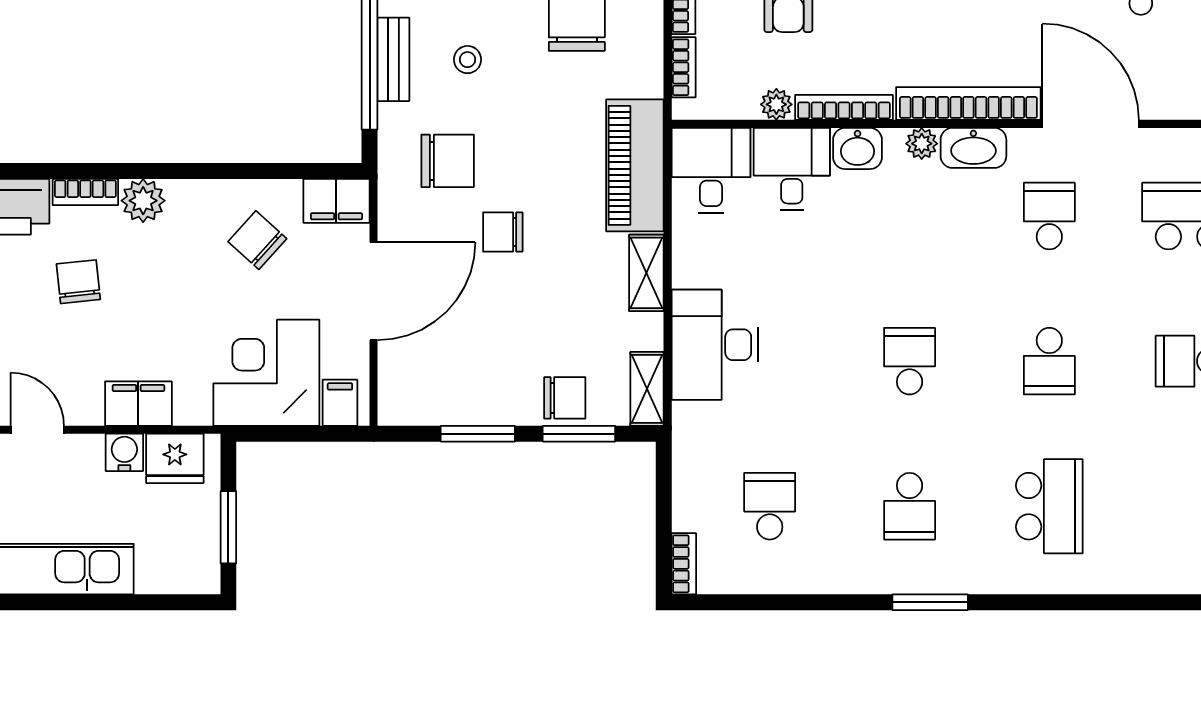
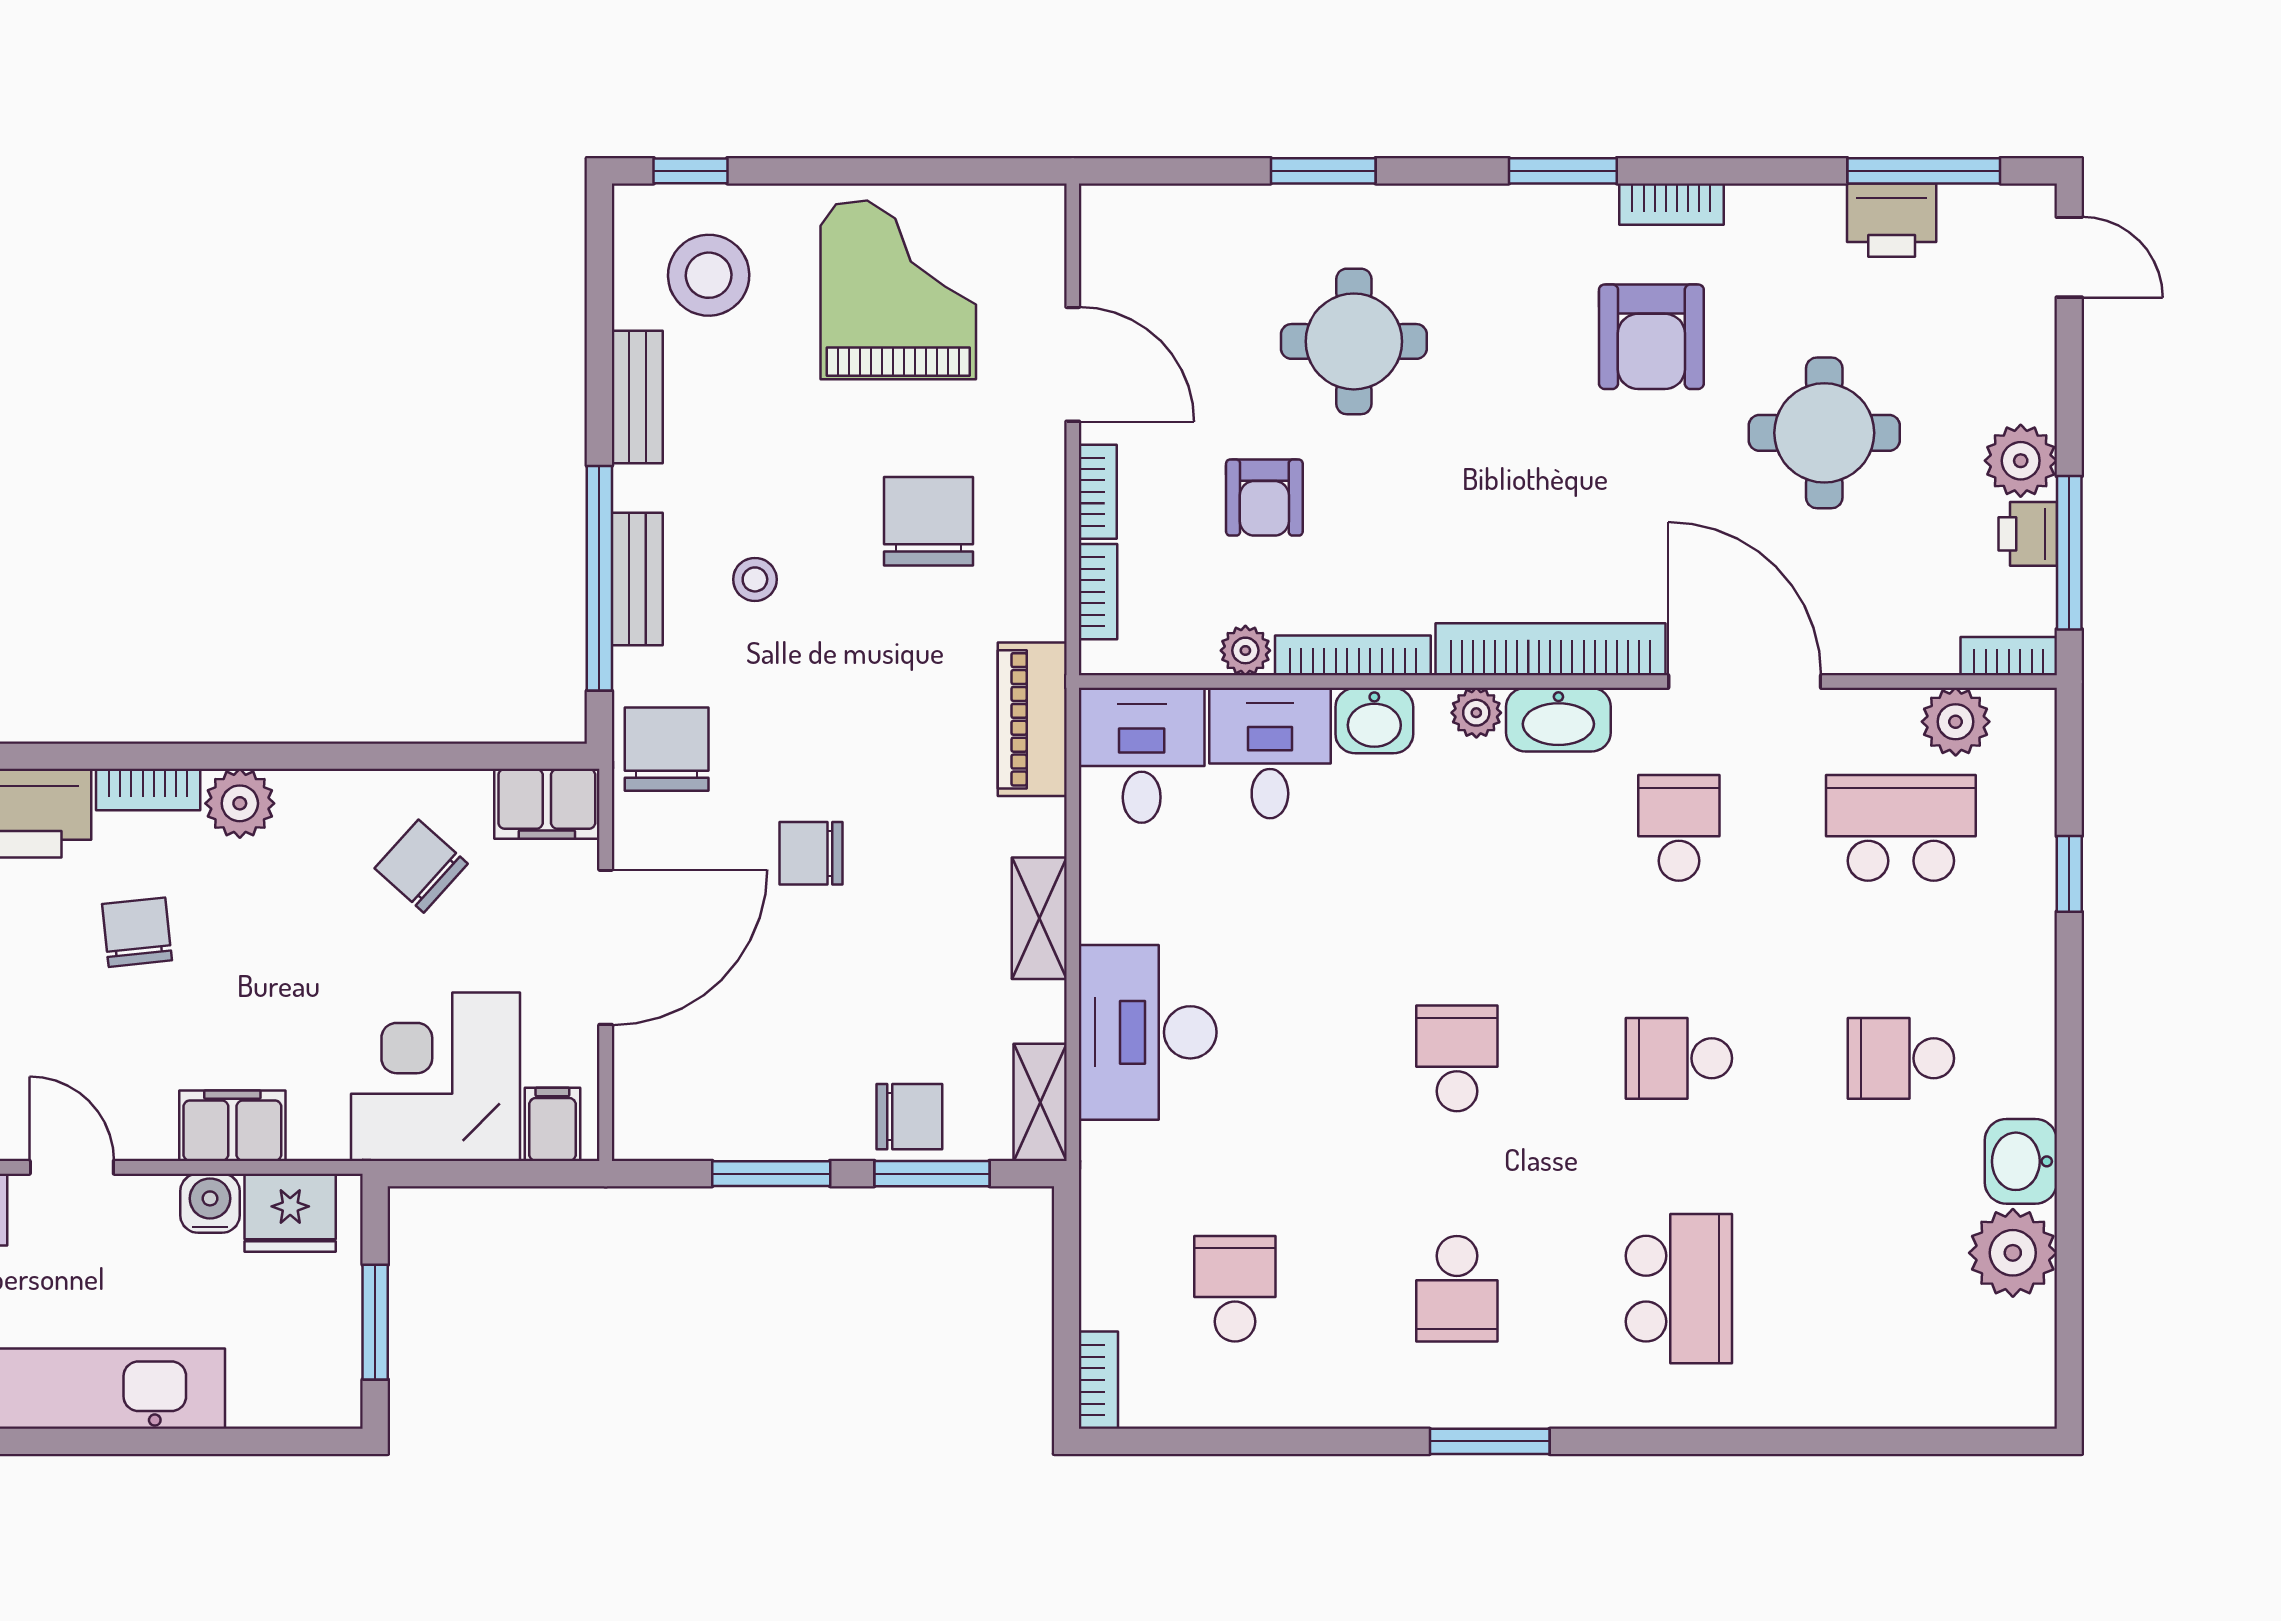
chair: (448, 161) -> (667, 749), moved, turned -90
piano: (635, 165) -> (1032, 719), width x0.73, depth x0.75
school desk: (1049, 361) -> (1679, 1058), turned 90

